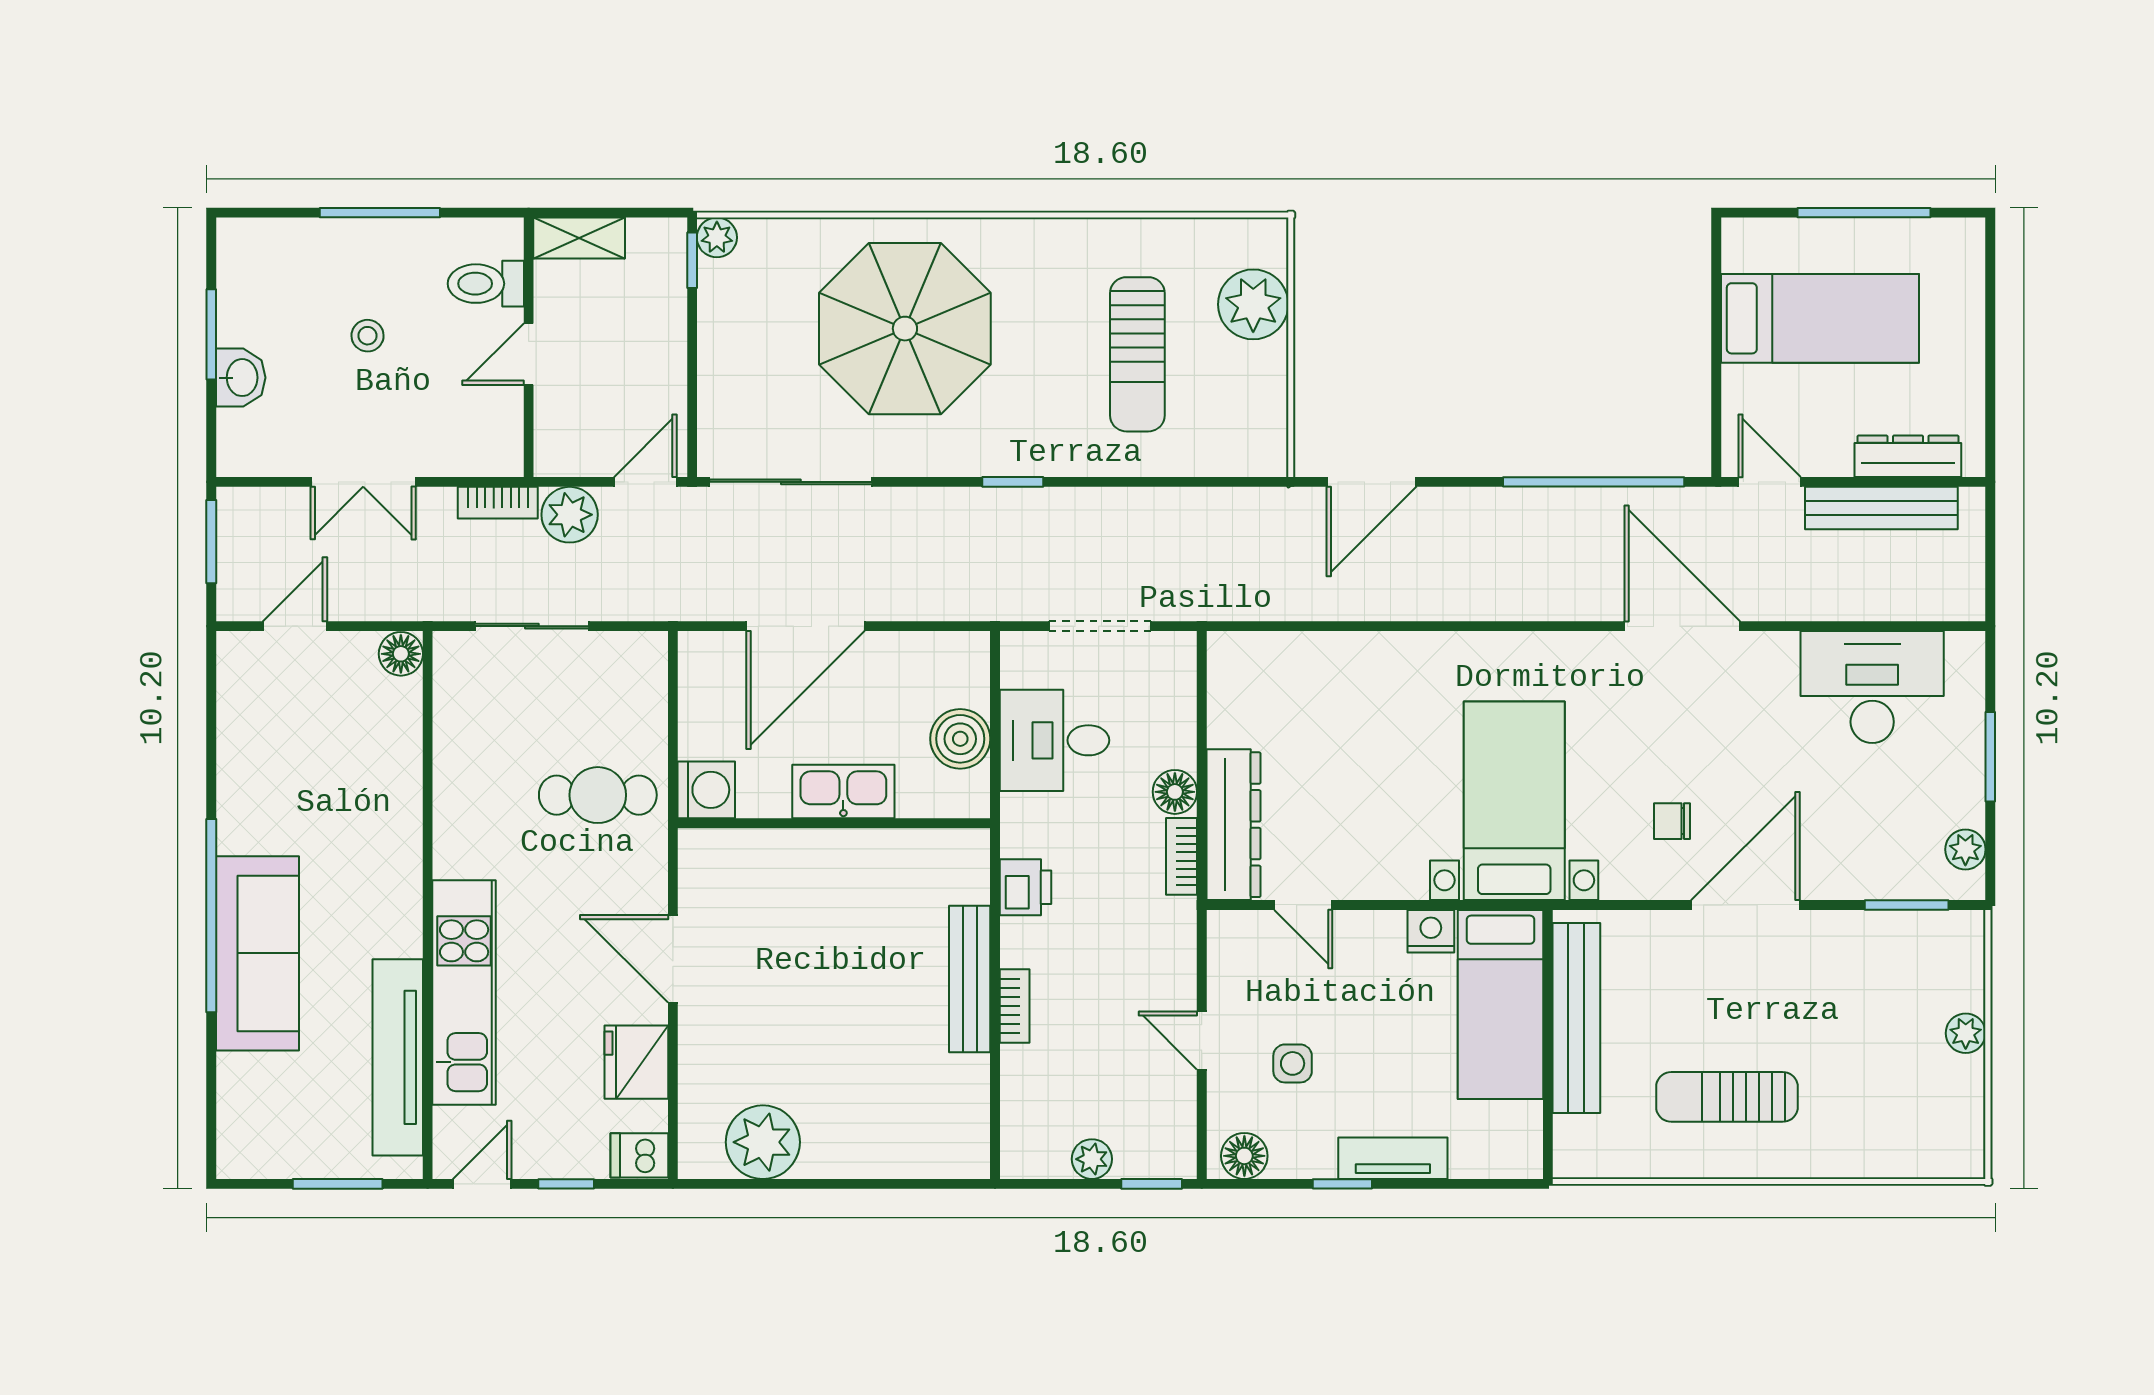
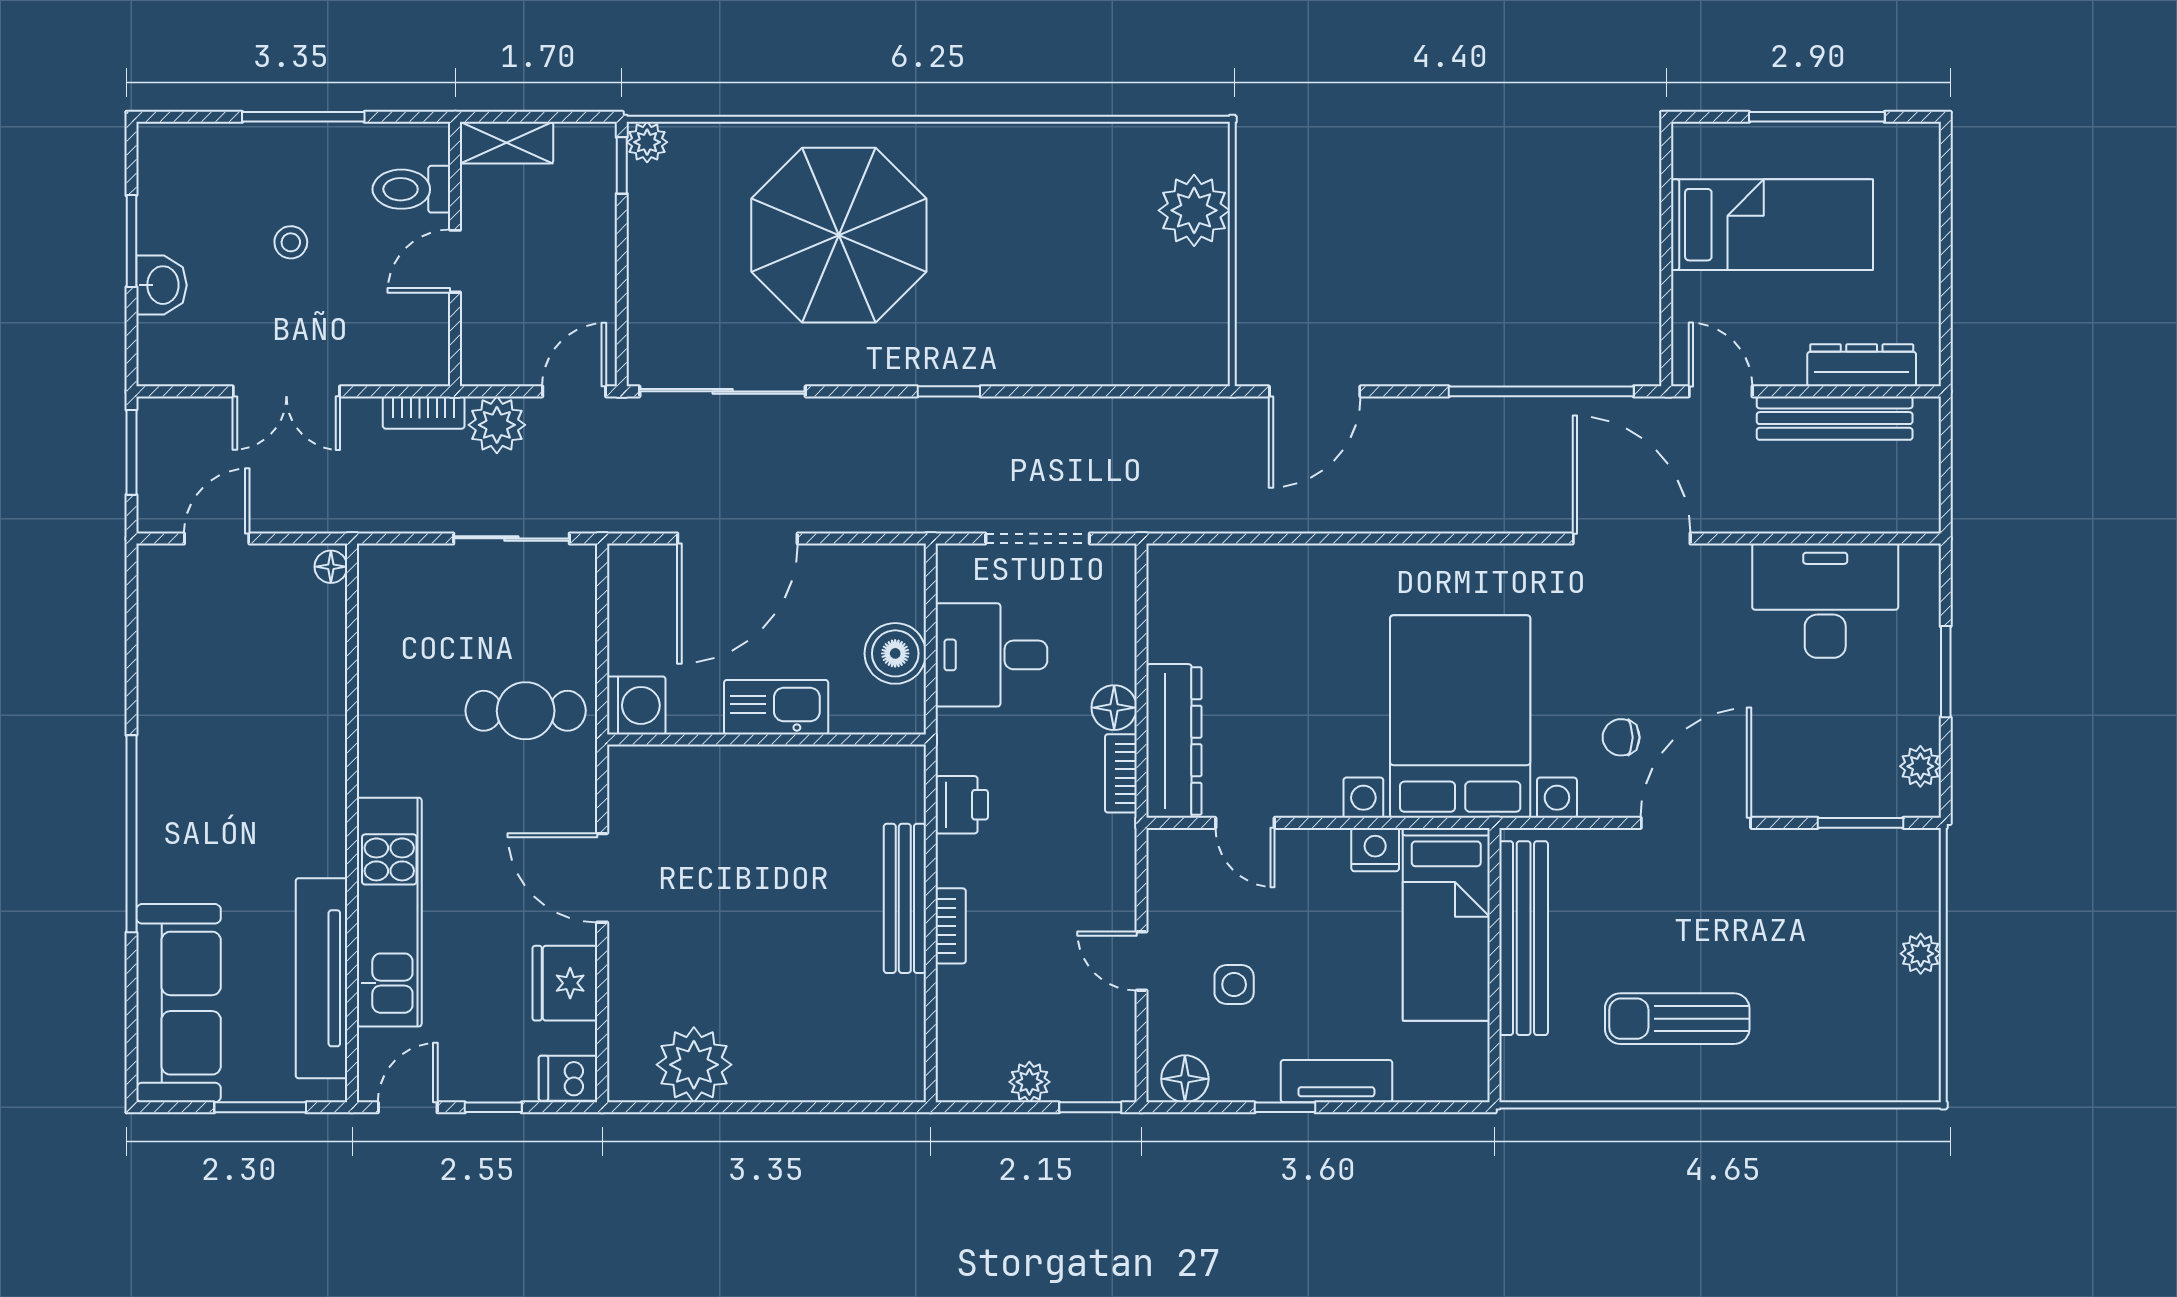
sun lounger: (1137, 354) -> (1076, 261), removed
sliding door: (532, 626) -> (511, 538), moved
floor lamp: (401, 654) -> (331, 567), width x0.73, depth x0.73
bed with nightstands: (1514, 801) -> (1460, 717), width x1.36
sofa: (257, 953) -> (179, 1003), moved

